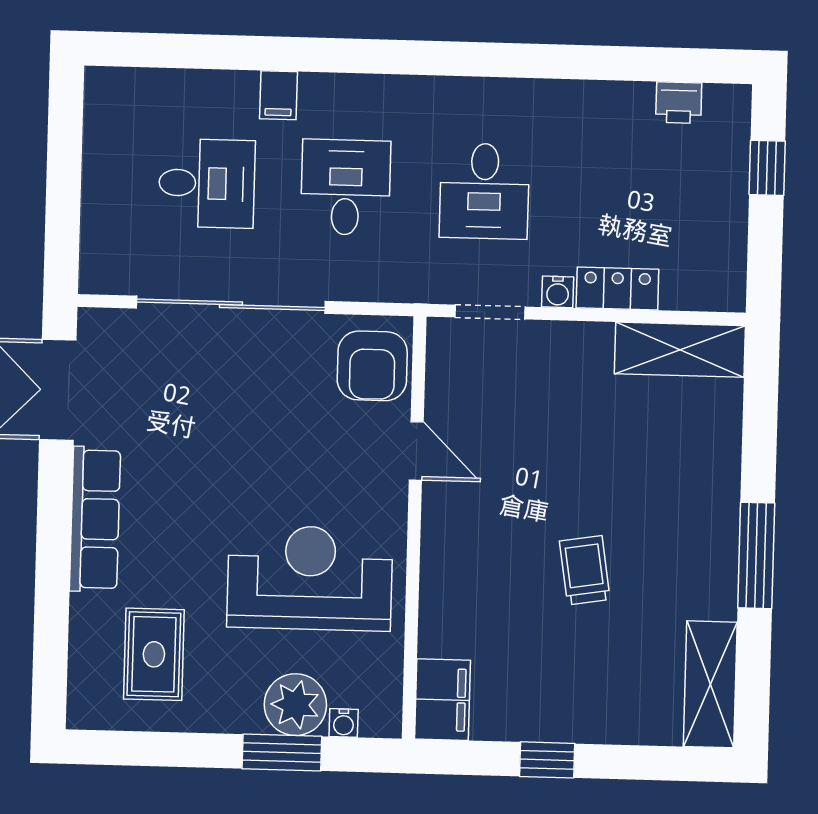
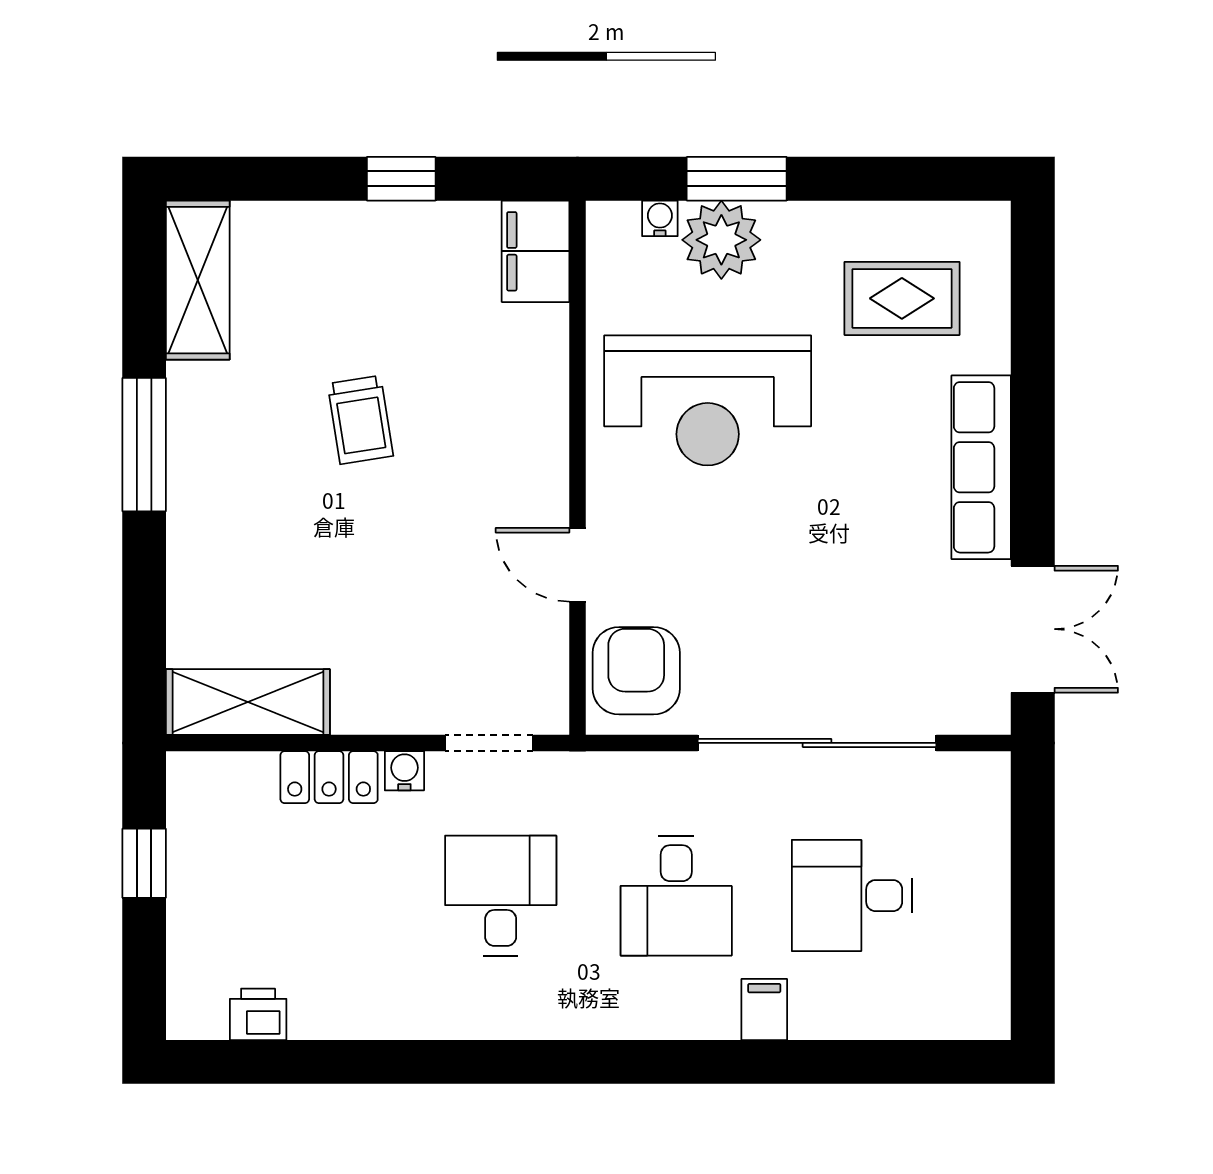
window: (767, 168) -> (144, 863), moved
rug: (154, 654) -> (902, 298), turned 90

